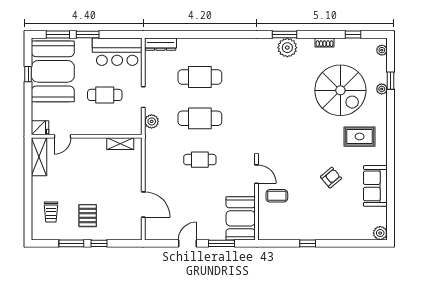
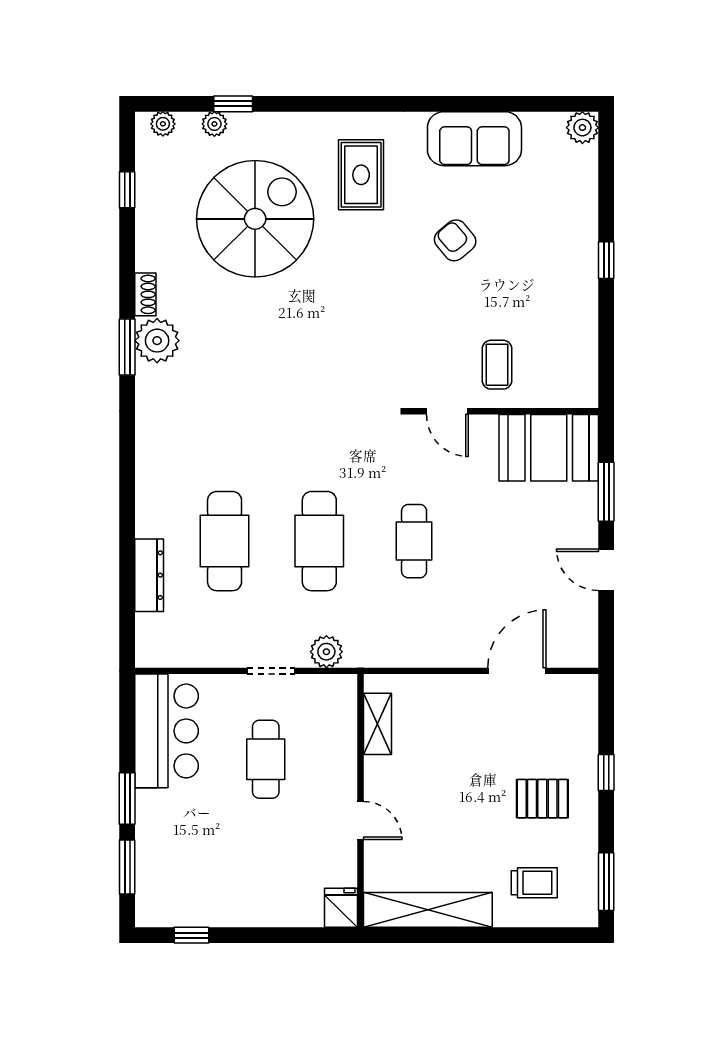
shoe rack: (325, 42) -> (145, 294), moved
dresser: (161, 44) -> (149, 575), moved
booth: (53, 71) -> (212, 878), removed
window: (28, 74) -> (191, 935), moved
plant: (382, 89) -> (214, 124), moved
door: (63, 136) -> (360, 820), moved
shelving: (39, 157) -> (428, 910), width x1.47
door: (256, 174) -> (447, 411), swing flipped
window: (71, 243) -> (606, 882), moved
window: (308, 243) -> (606, 260), moved

